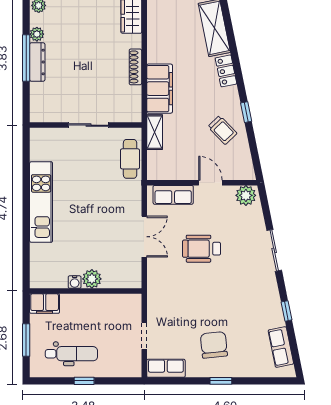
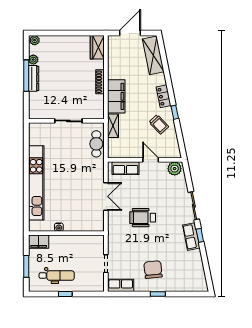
locker: (226, 71) -> (164, 96), moved
kitchen unit: (41, 202) -> (36, 183), width x1.36
wheelchair: (202, 249) -> (143, 218), moved
plant: (92, 279) -> (71, 225), removed
window: (286, 311) -> (200, 235), moved
row of seats: (281, 347) -> (191, 237), moved

